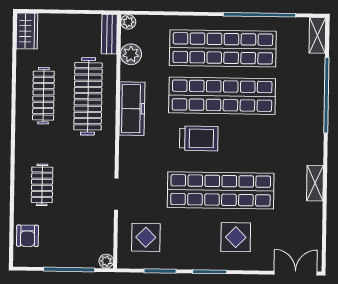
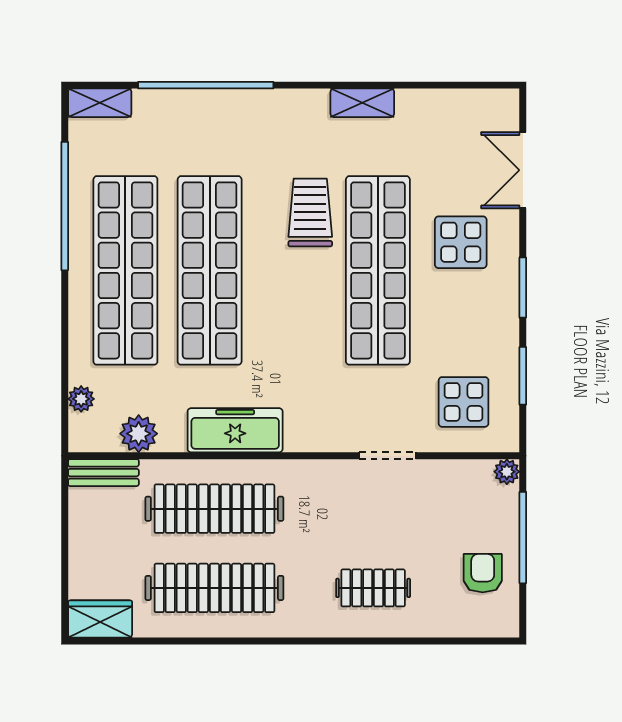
plant: (128, 22) -> (81, 399), moved
clothes rail: (43, 96) -> (214, 588), width x1.37, depth x1.31
trolley: (199, 138) -> (310, 212), moved
armchair: (28, 236) -> (483, 573), moved, turned -90
double door: (296, 273) -> (523, 170), moved

